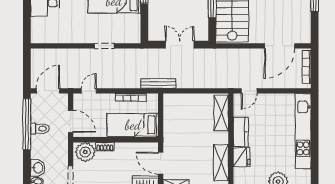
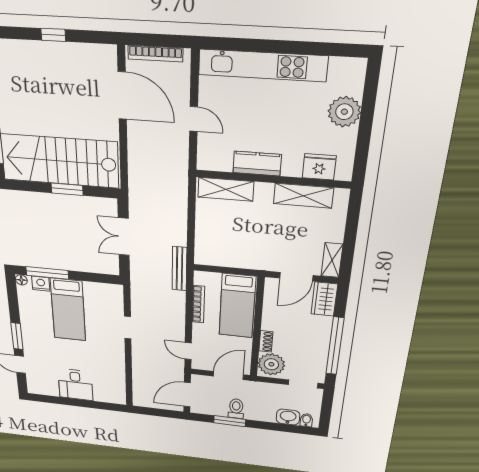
door: (48, 91) -> (187, 395), hinge flipped
door: (249, 91) -> (194, 119), moved
window: (27, 124) -> (230, 421), width x0.47
fridge: (242, 157) -> (319, 167), moved

